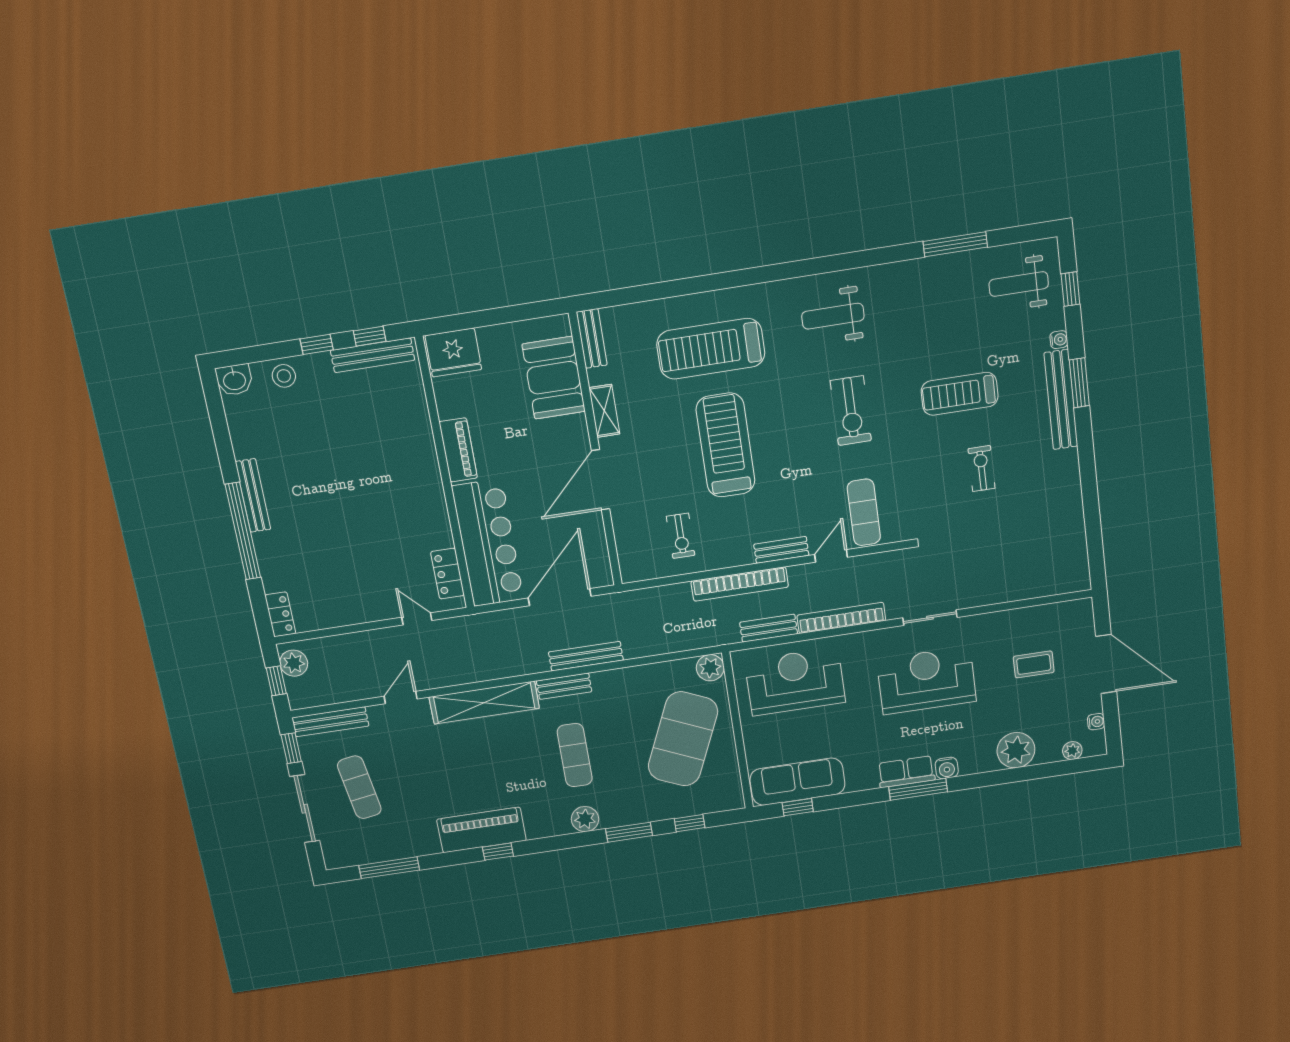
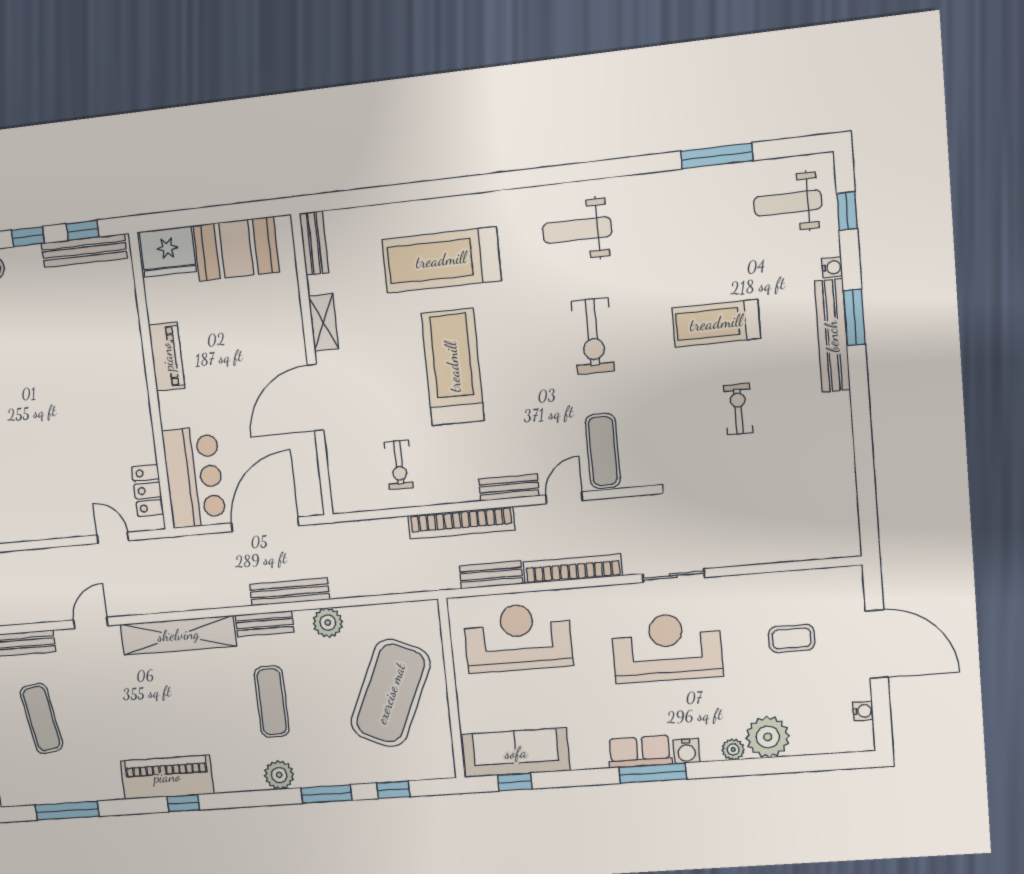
booth: (554, 378) -> (236, 249), moved, turned 90
bar counter: (488, 543) -> (194, 477), width x0.73
plant: (710, 668) -> (328, 623), moved
plant: (1072, 751) -> (733, 749), moved

